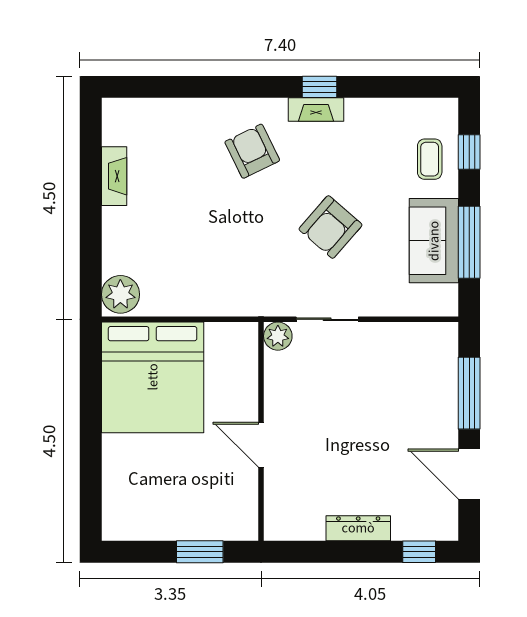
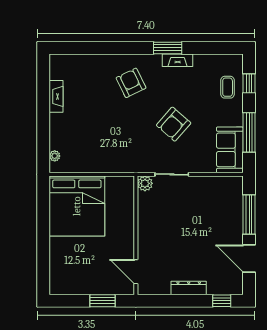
window: (320, 87) -> (168, 48), width x1.50
fireplace: (316, 109) -> (178, 60), moved
sofa: (434, 241) -> (230, 150), moved
plant: (120, 294) -> (55, 156), width x0.53, depth x0.53
door: (261, 445) -> (136, 272), moved

